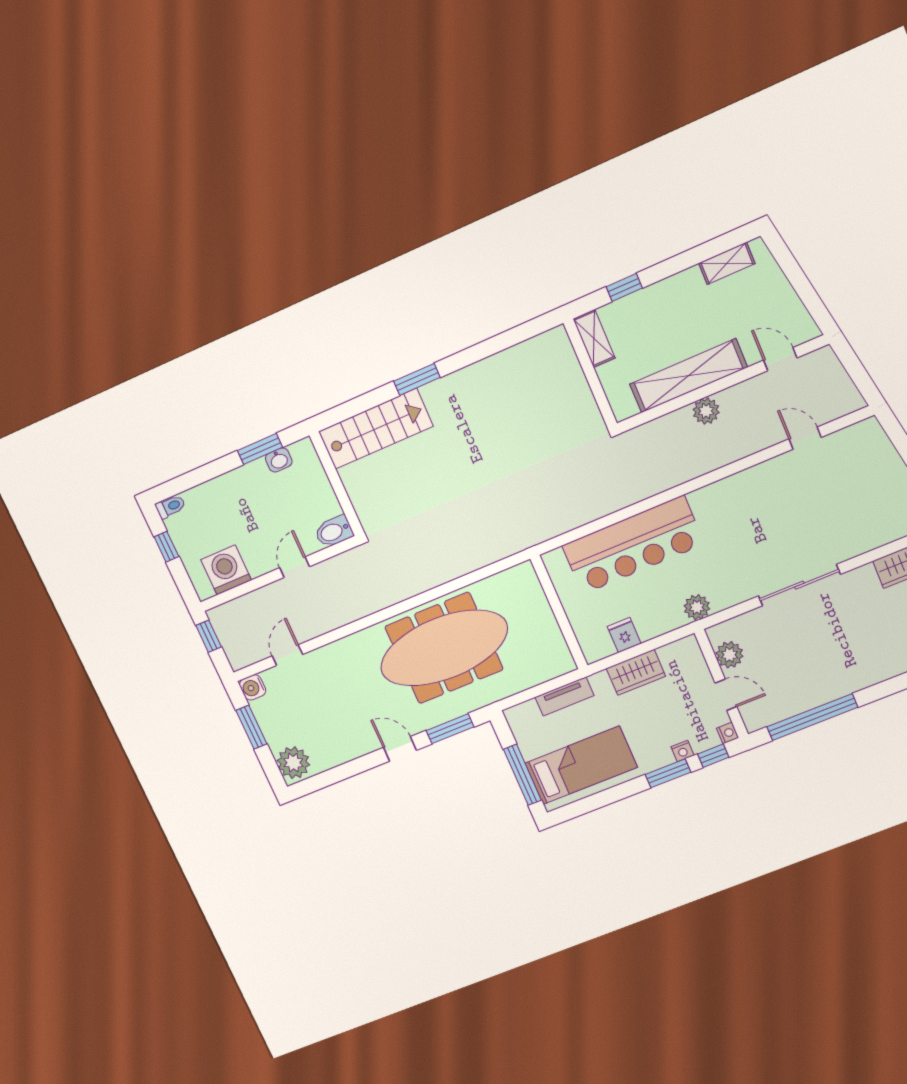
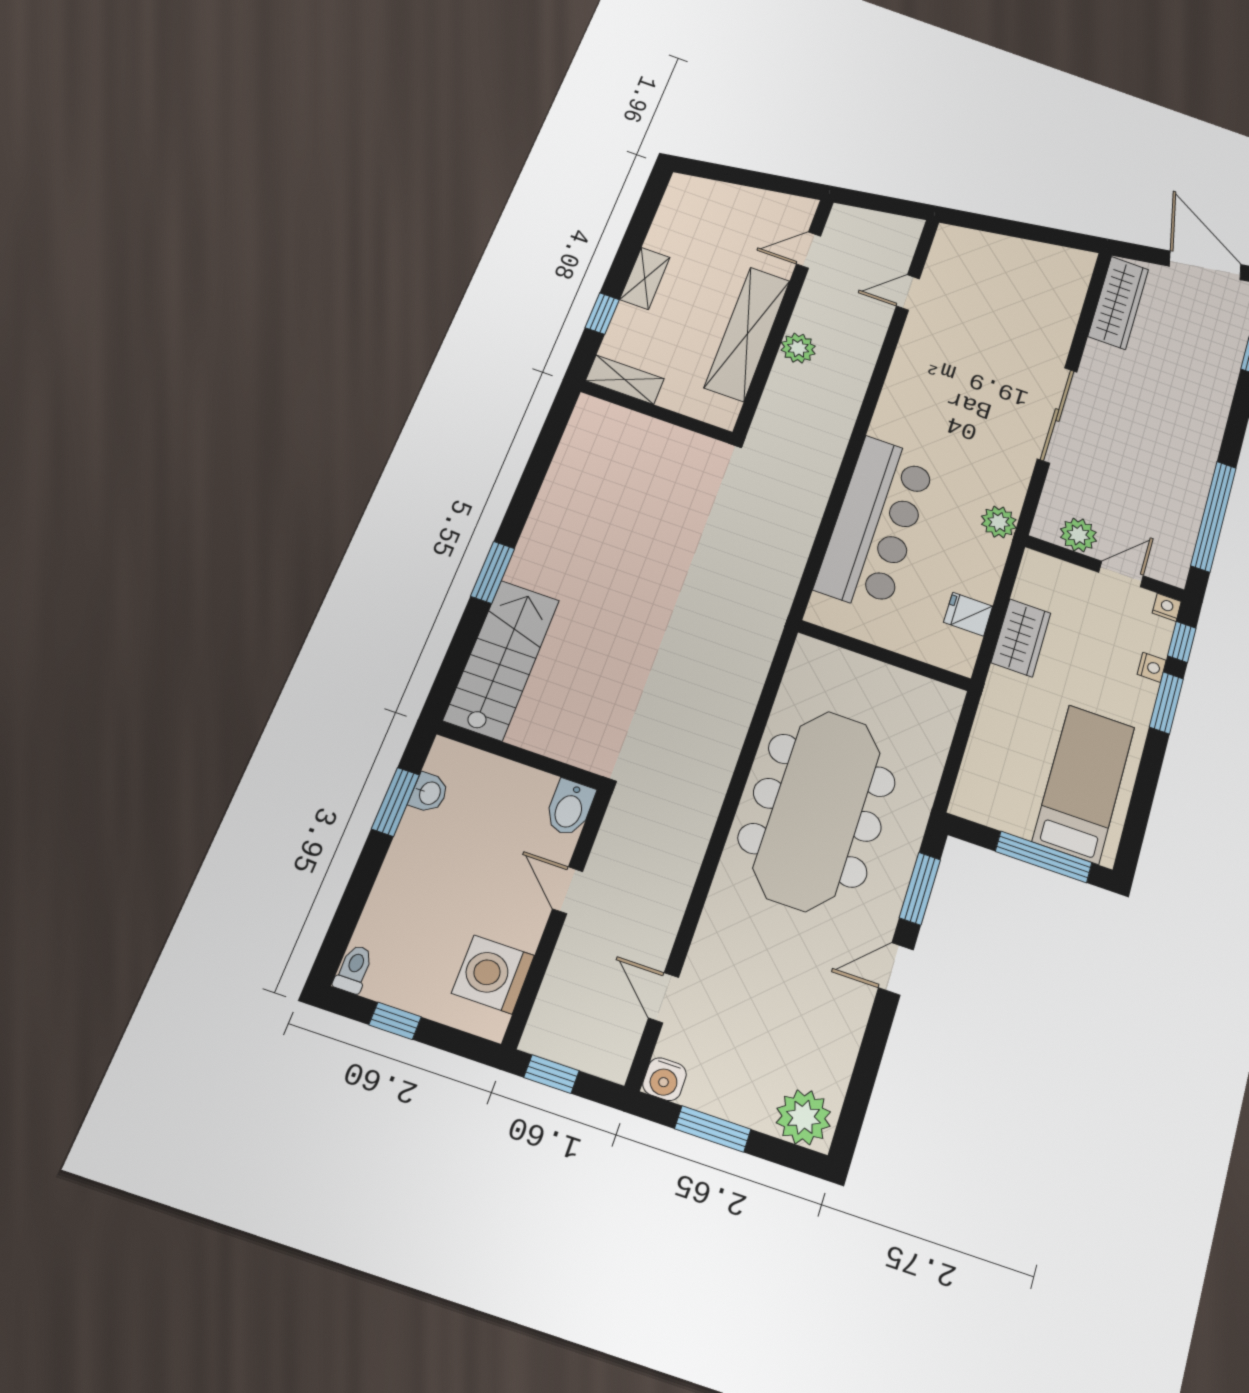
shelving: (727, 263) -> (645, 278), moved
tv unit: (564, 696) -> (987, 732), removed

